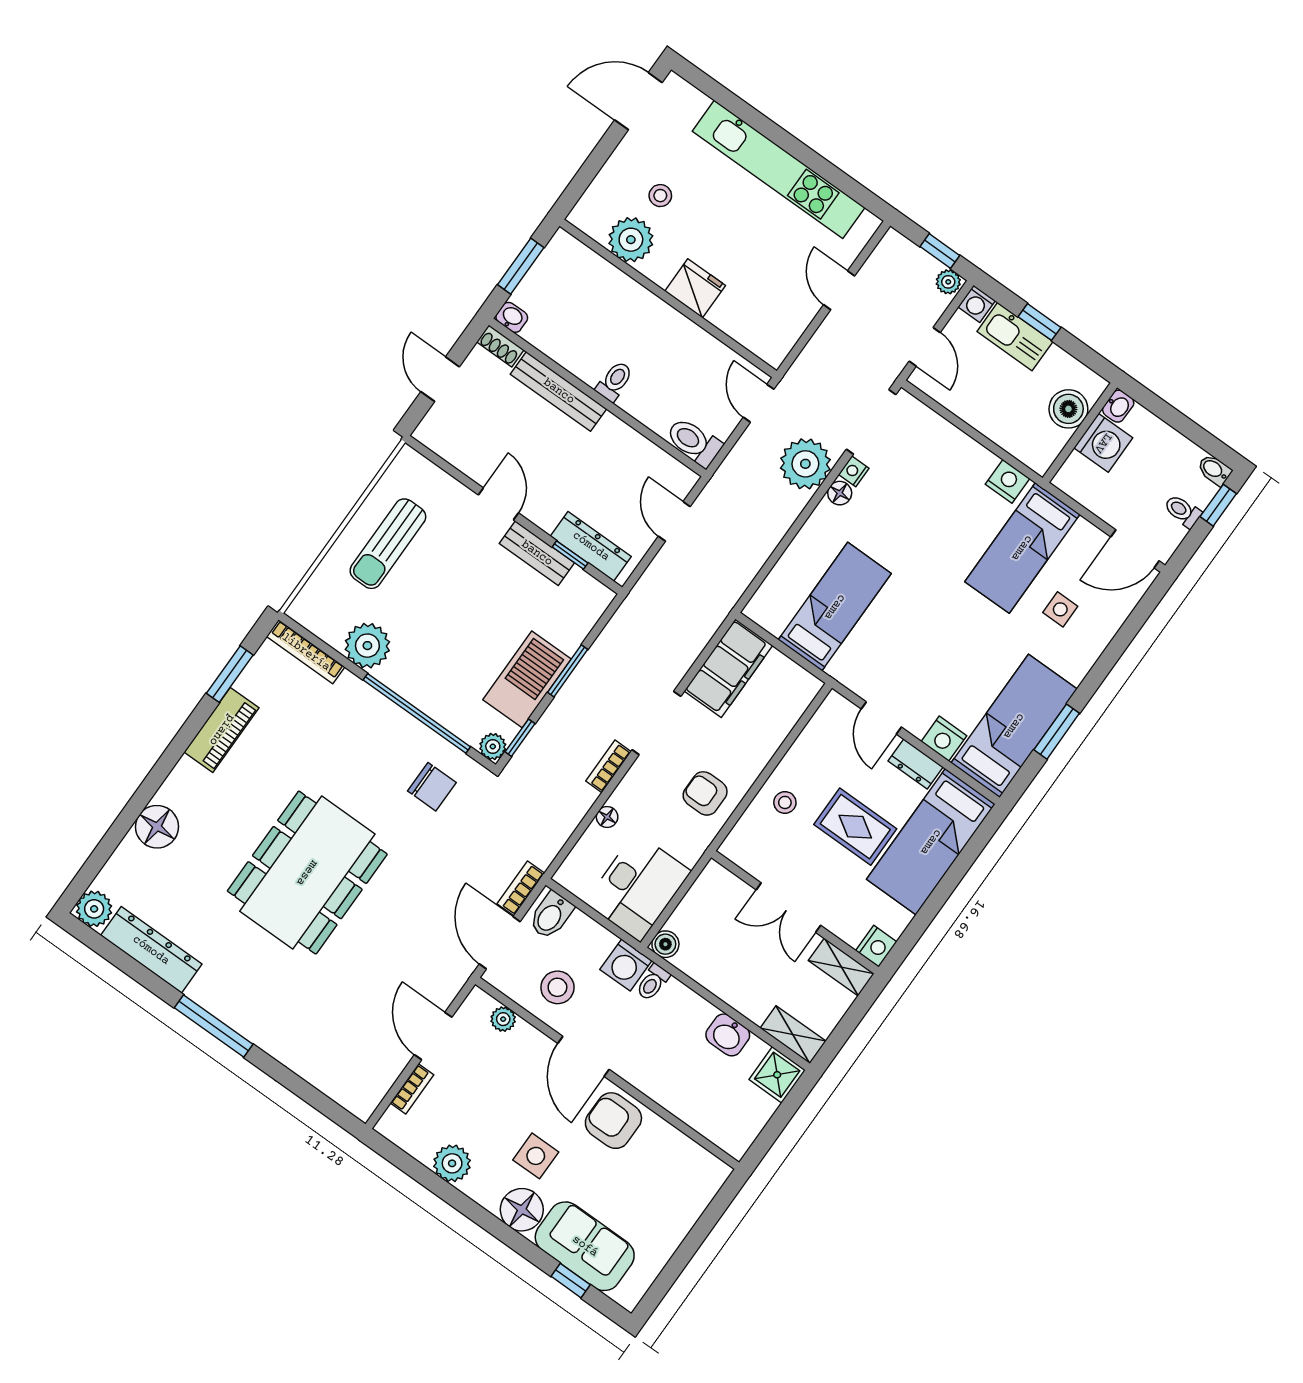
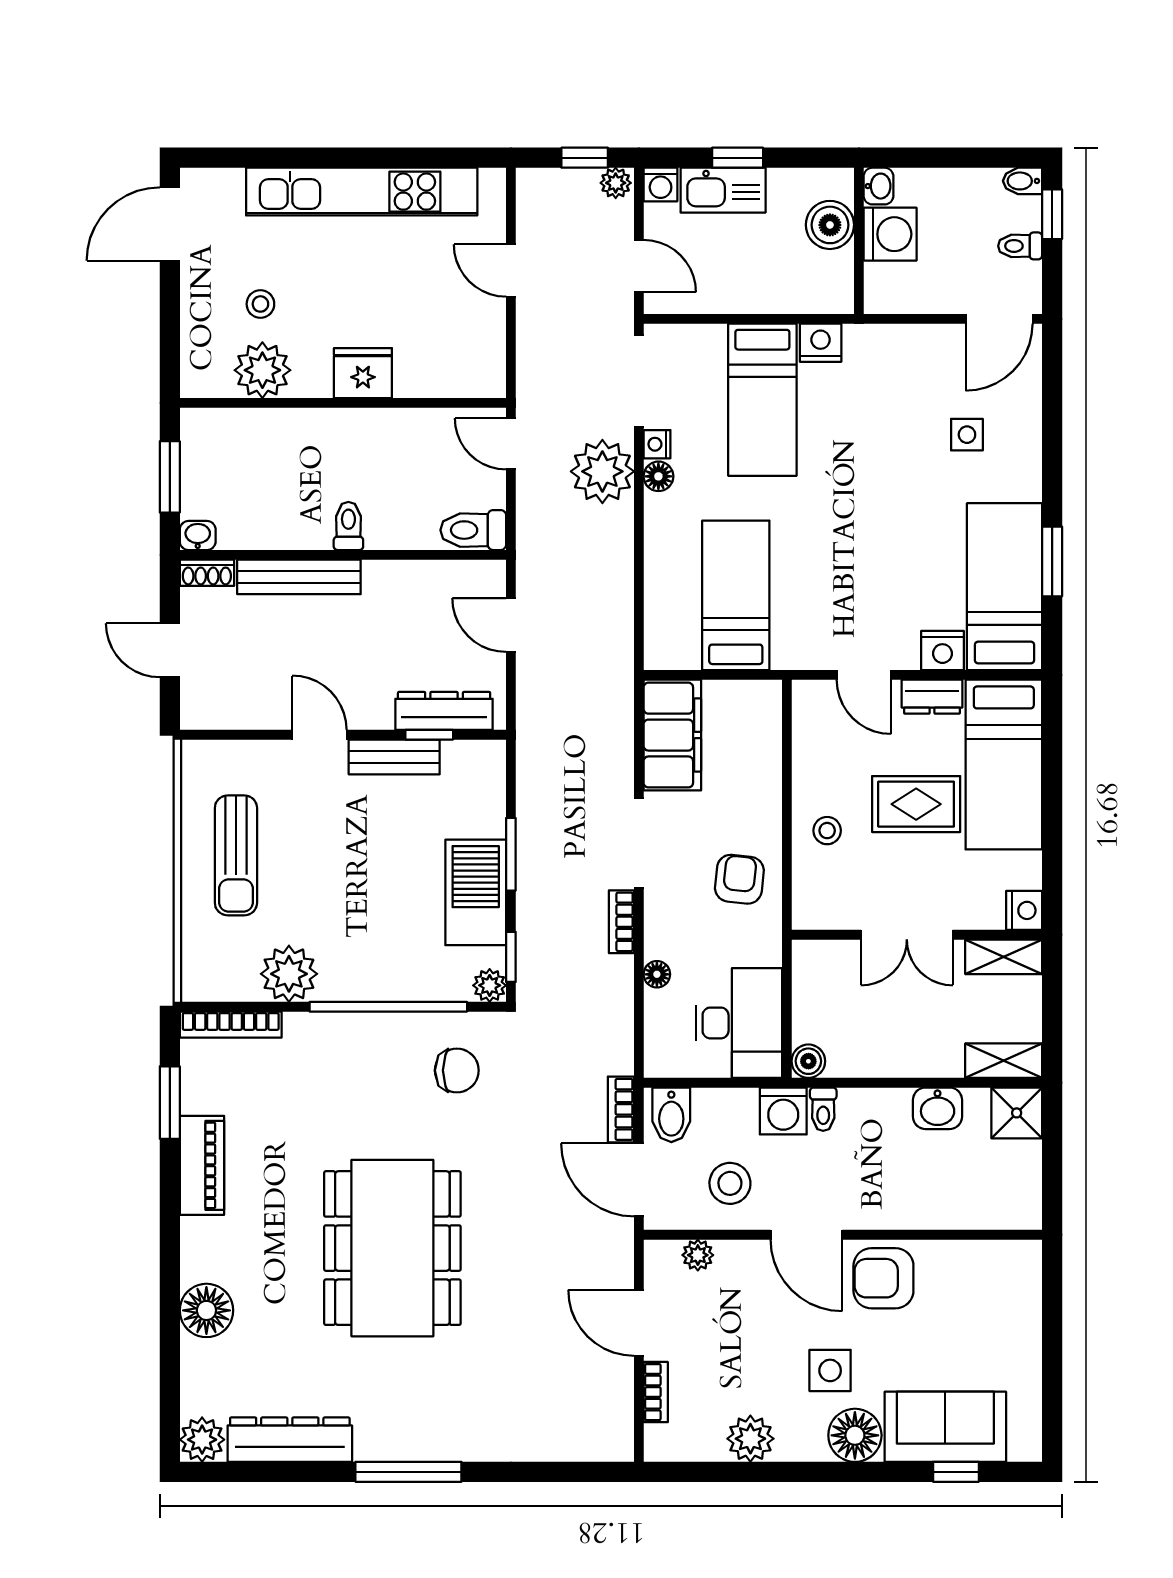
bed: (1022, 548) -> (762, 400), moved
armchair: (705, 793) -> (739, 879), turned 96

